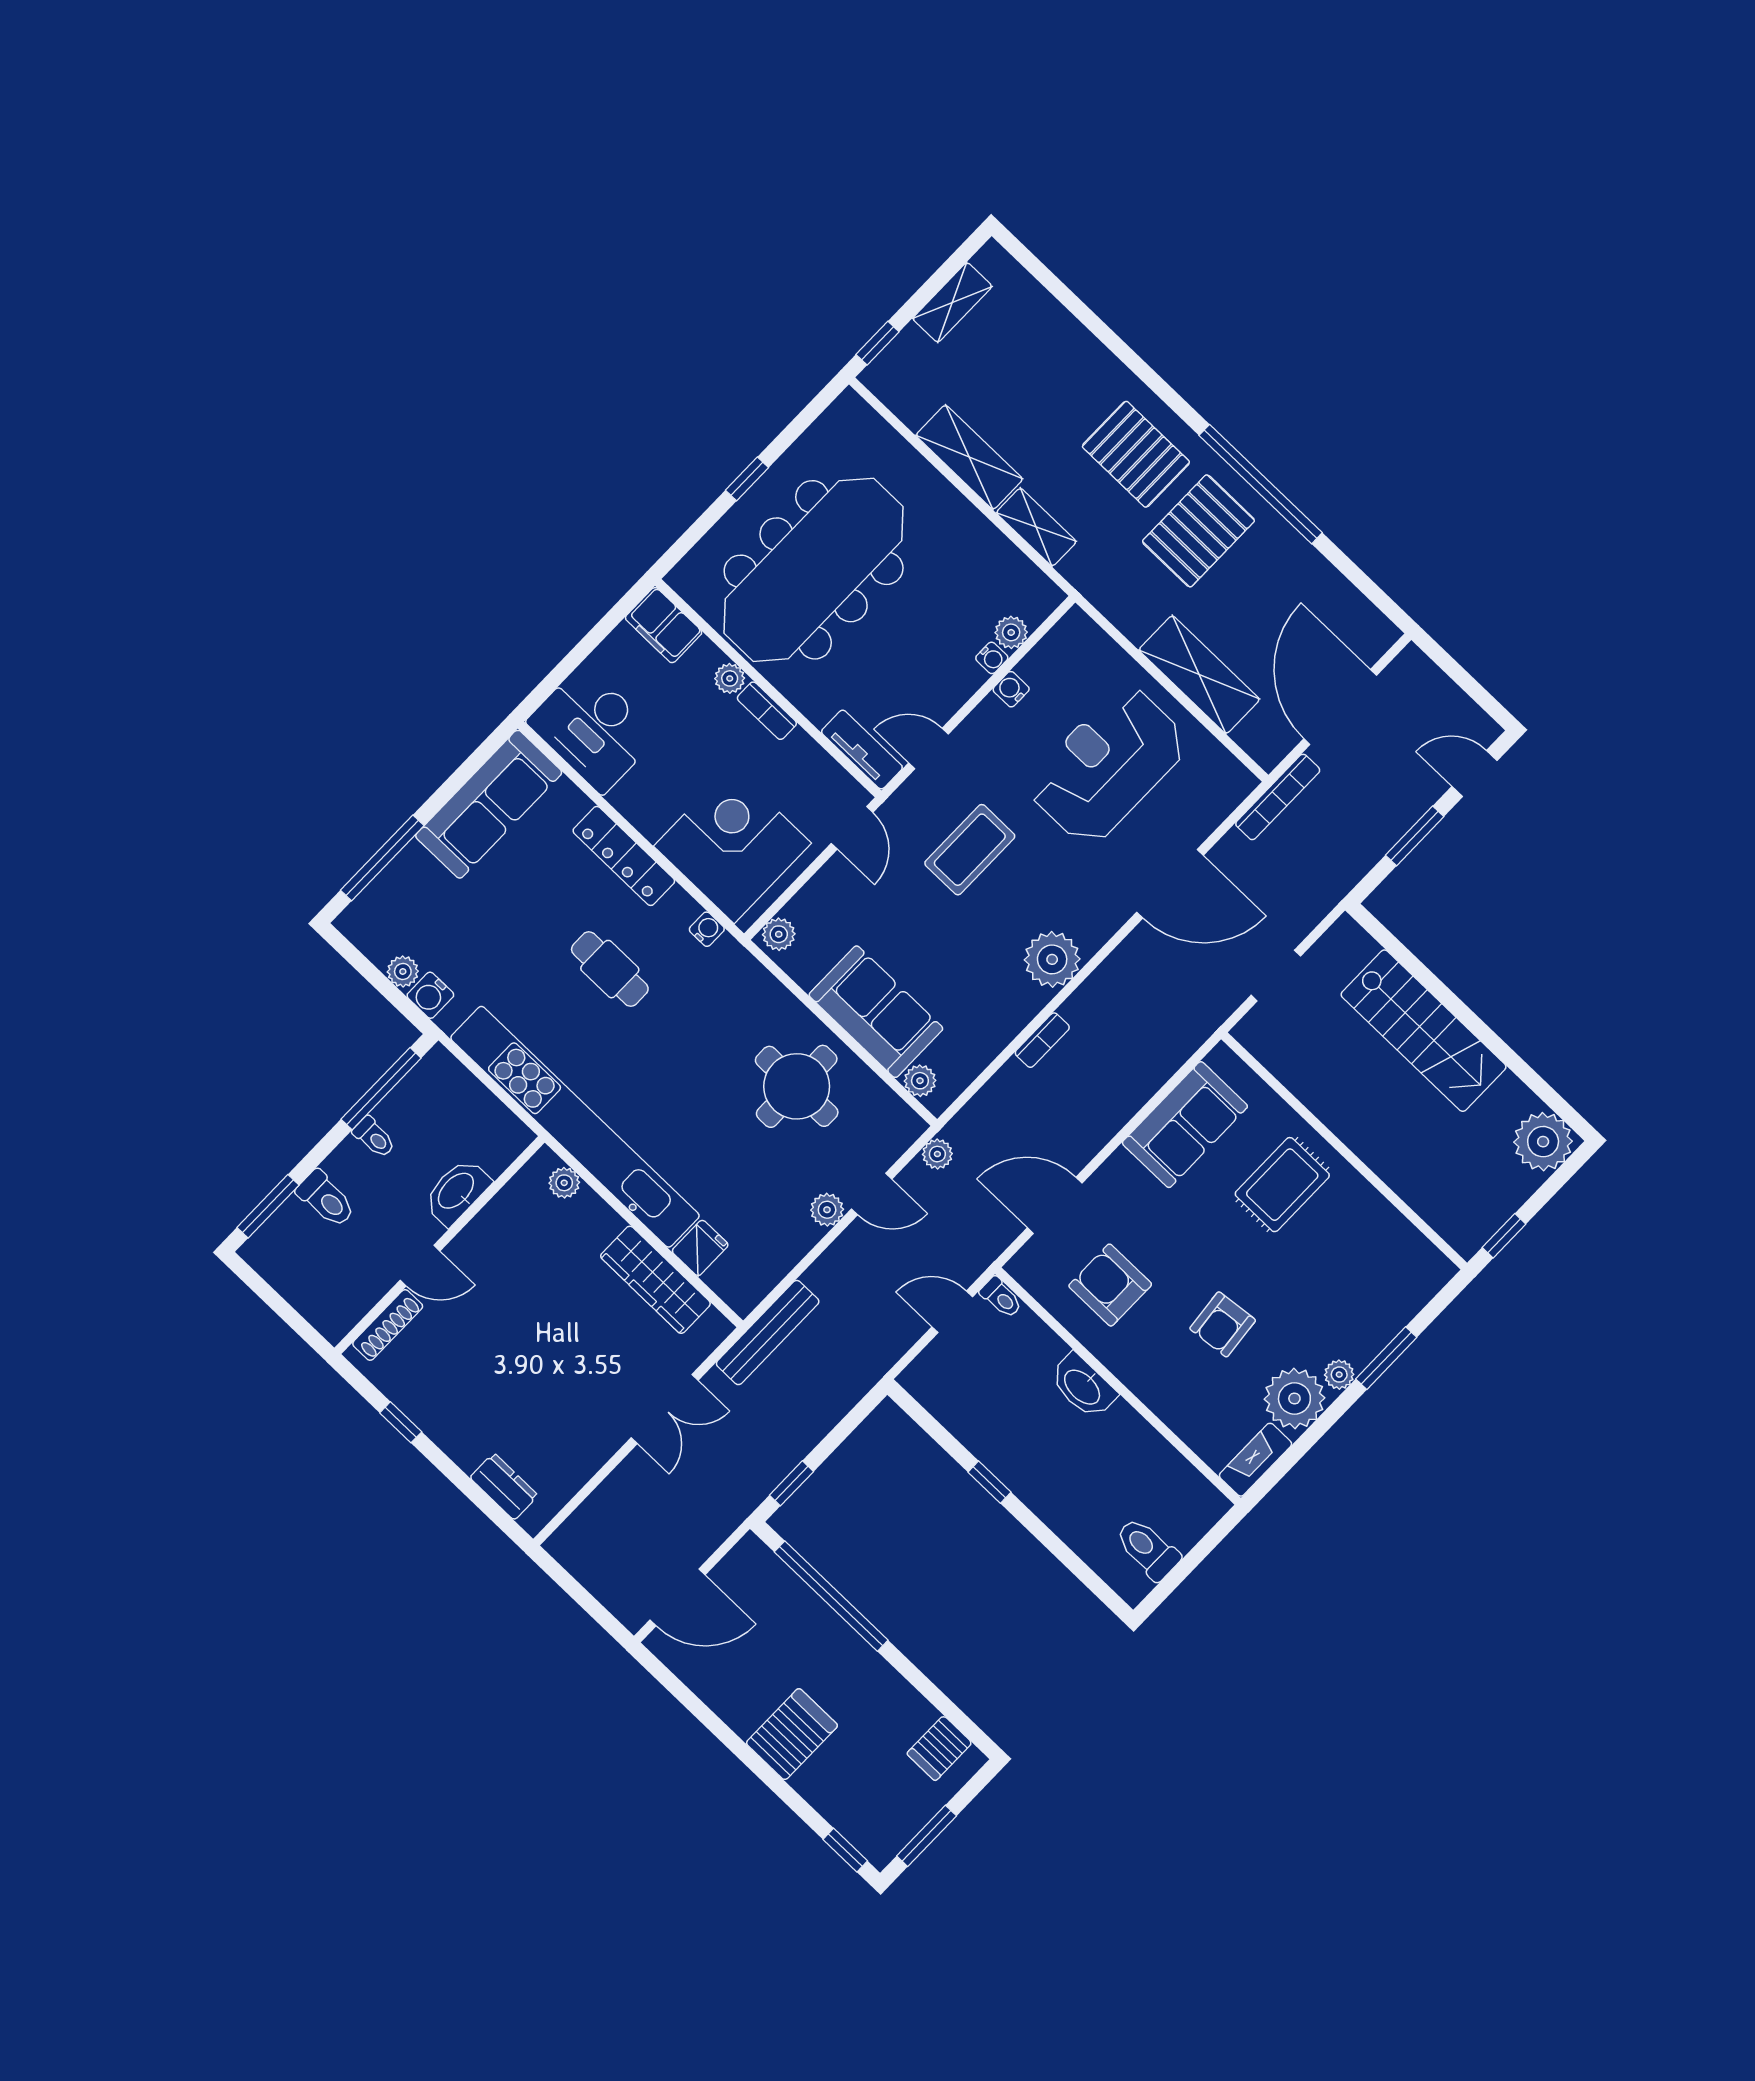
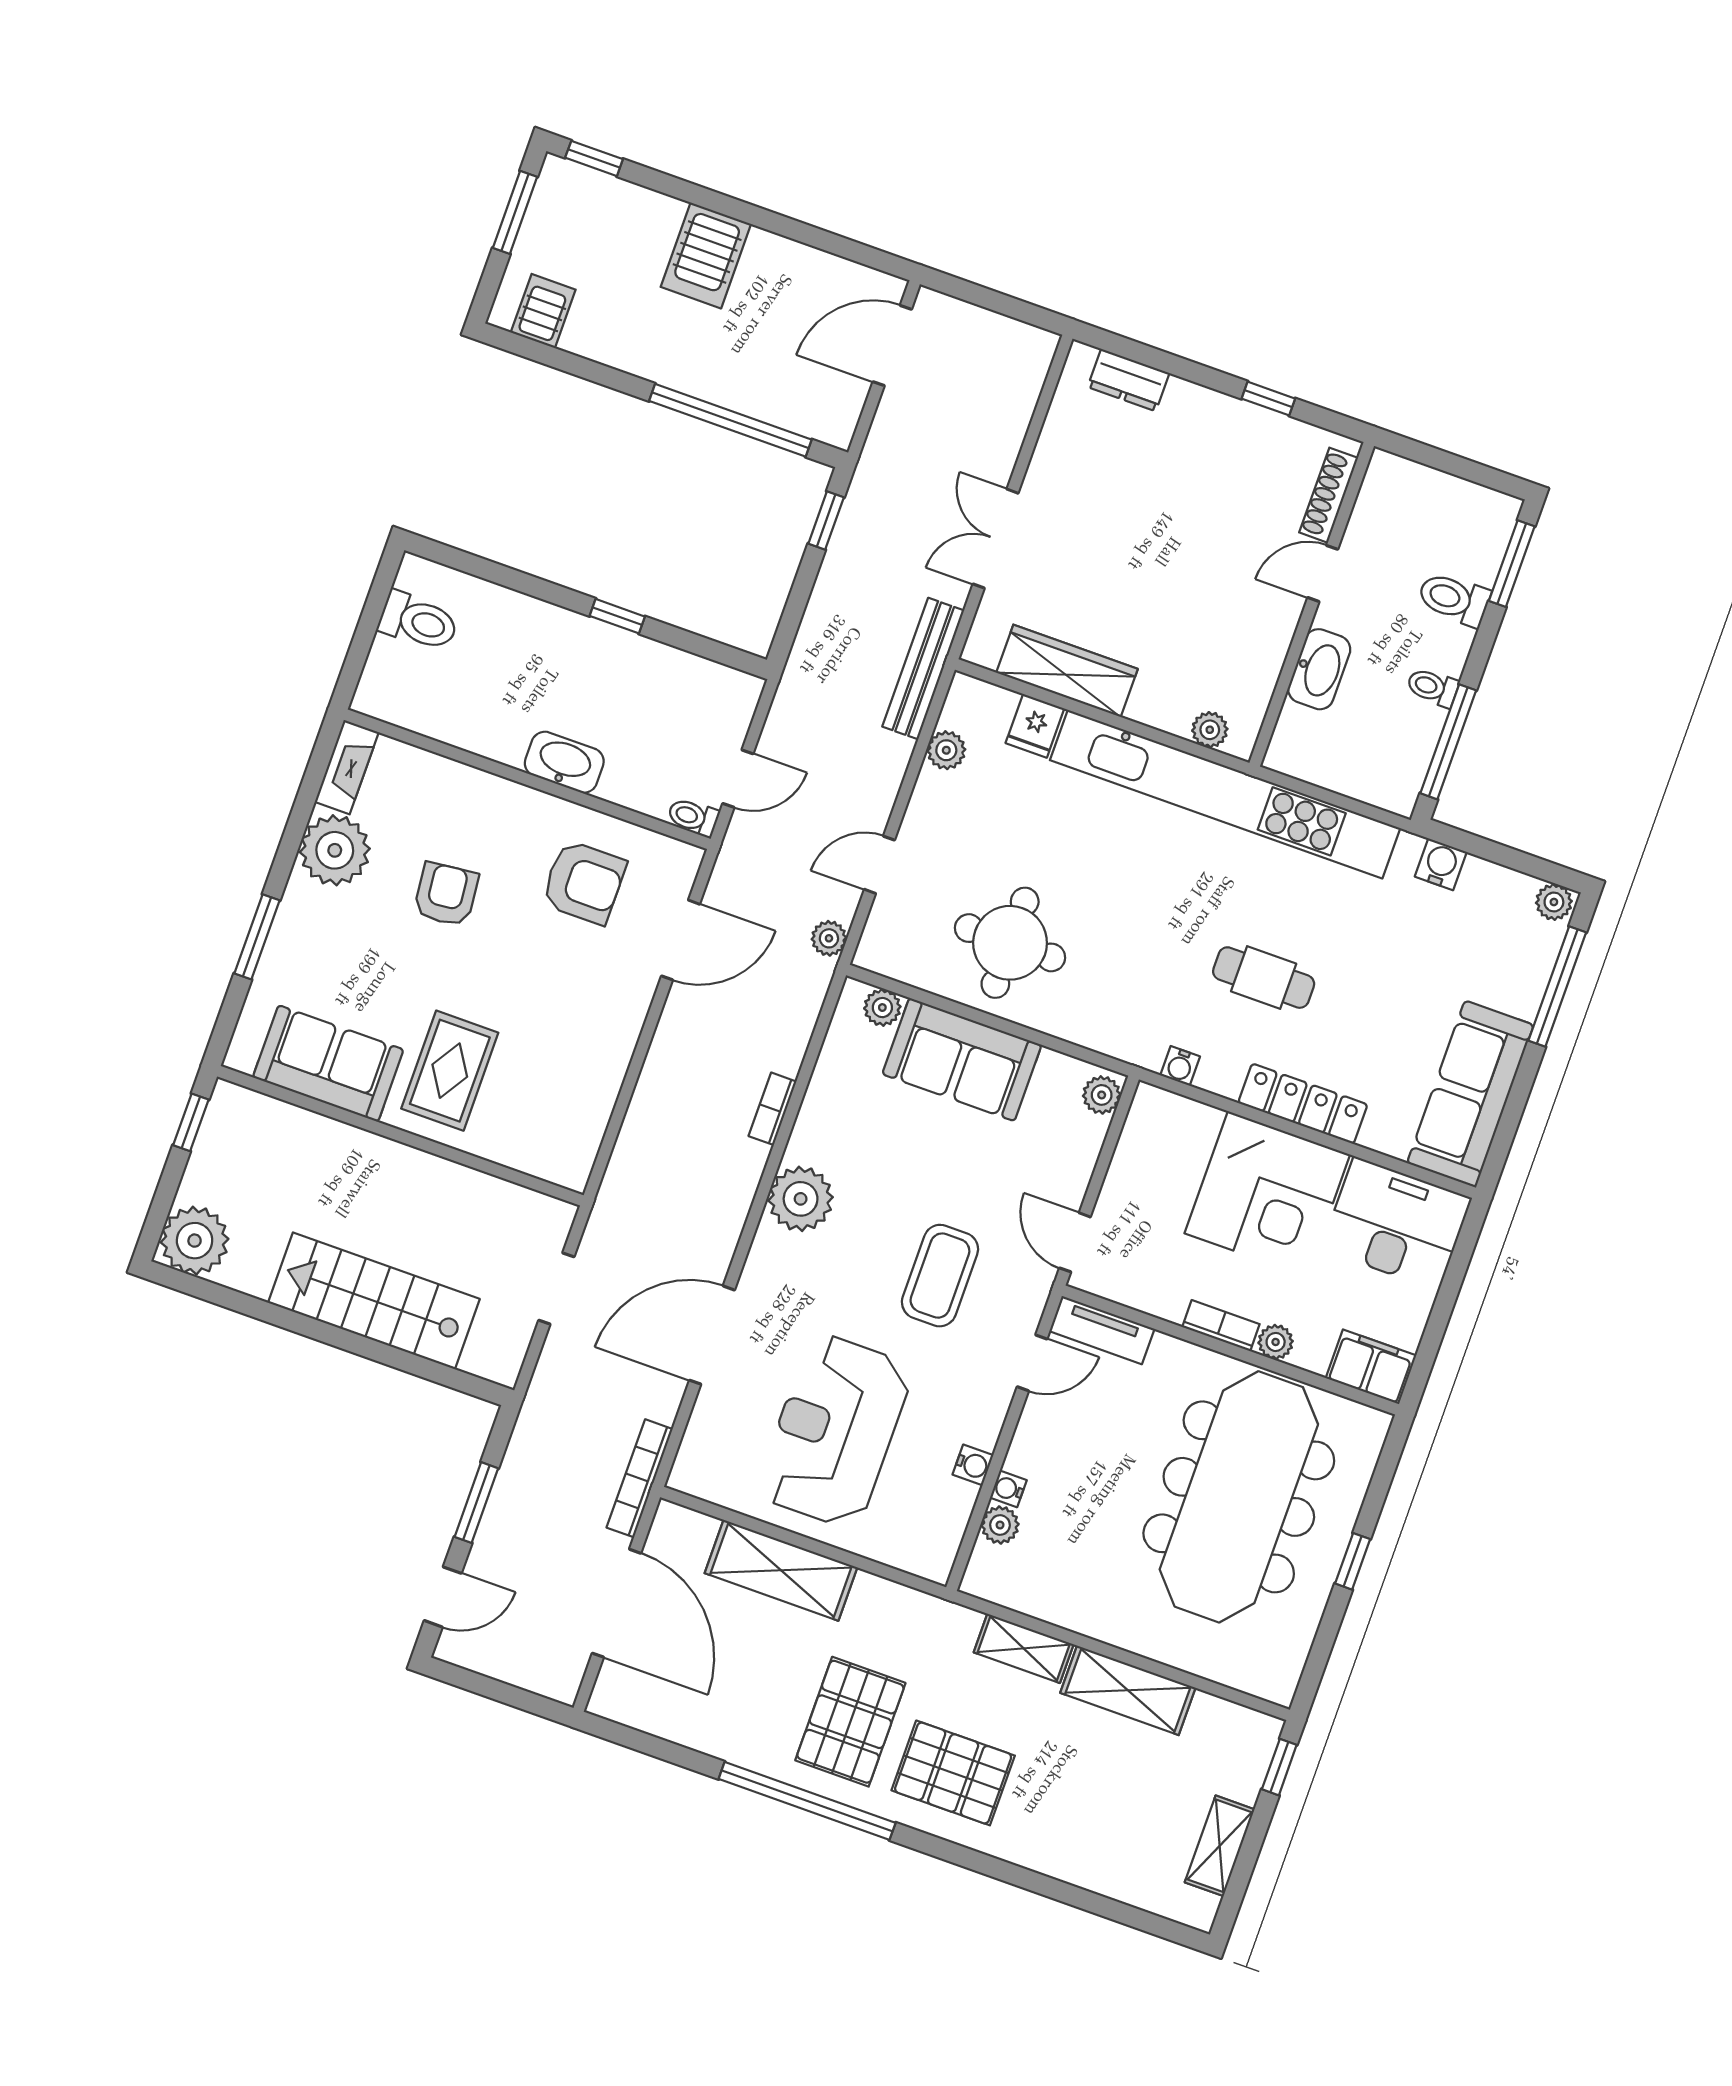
reception desk: (1108, 765) -> (835, 1431), turned 180
corner desk: (732, 845) -> (1267, 1194), moved
plant: (403, 971) -> (1554, 902), moved
sofa: (1185, 1125) -> (328, 1063), moved, turned 90
plant: (827, 1210) -> (946, 750), moved
plant: (1339, 1375) -> (299, 897), removed

